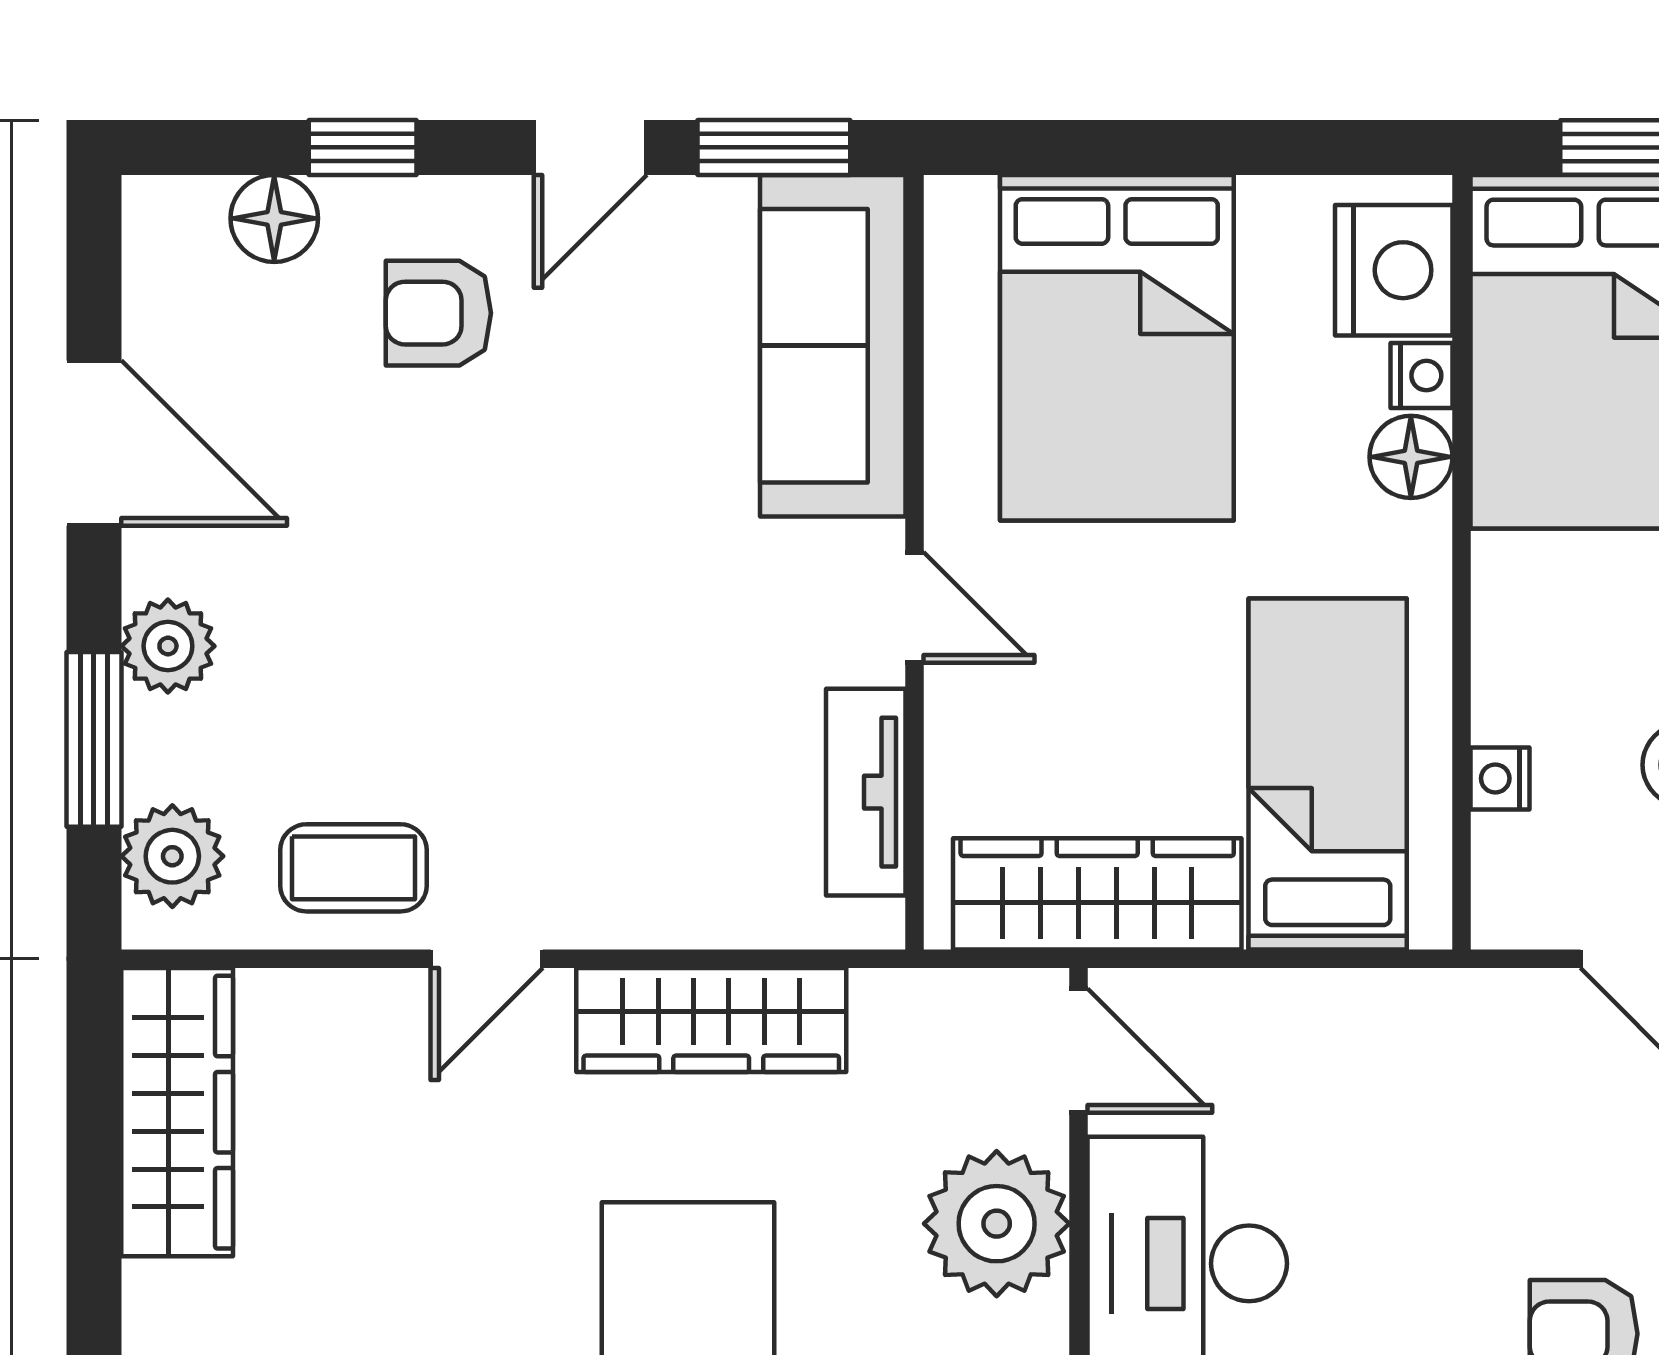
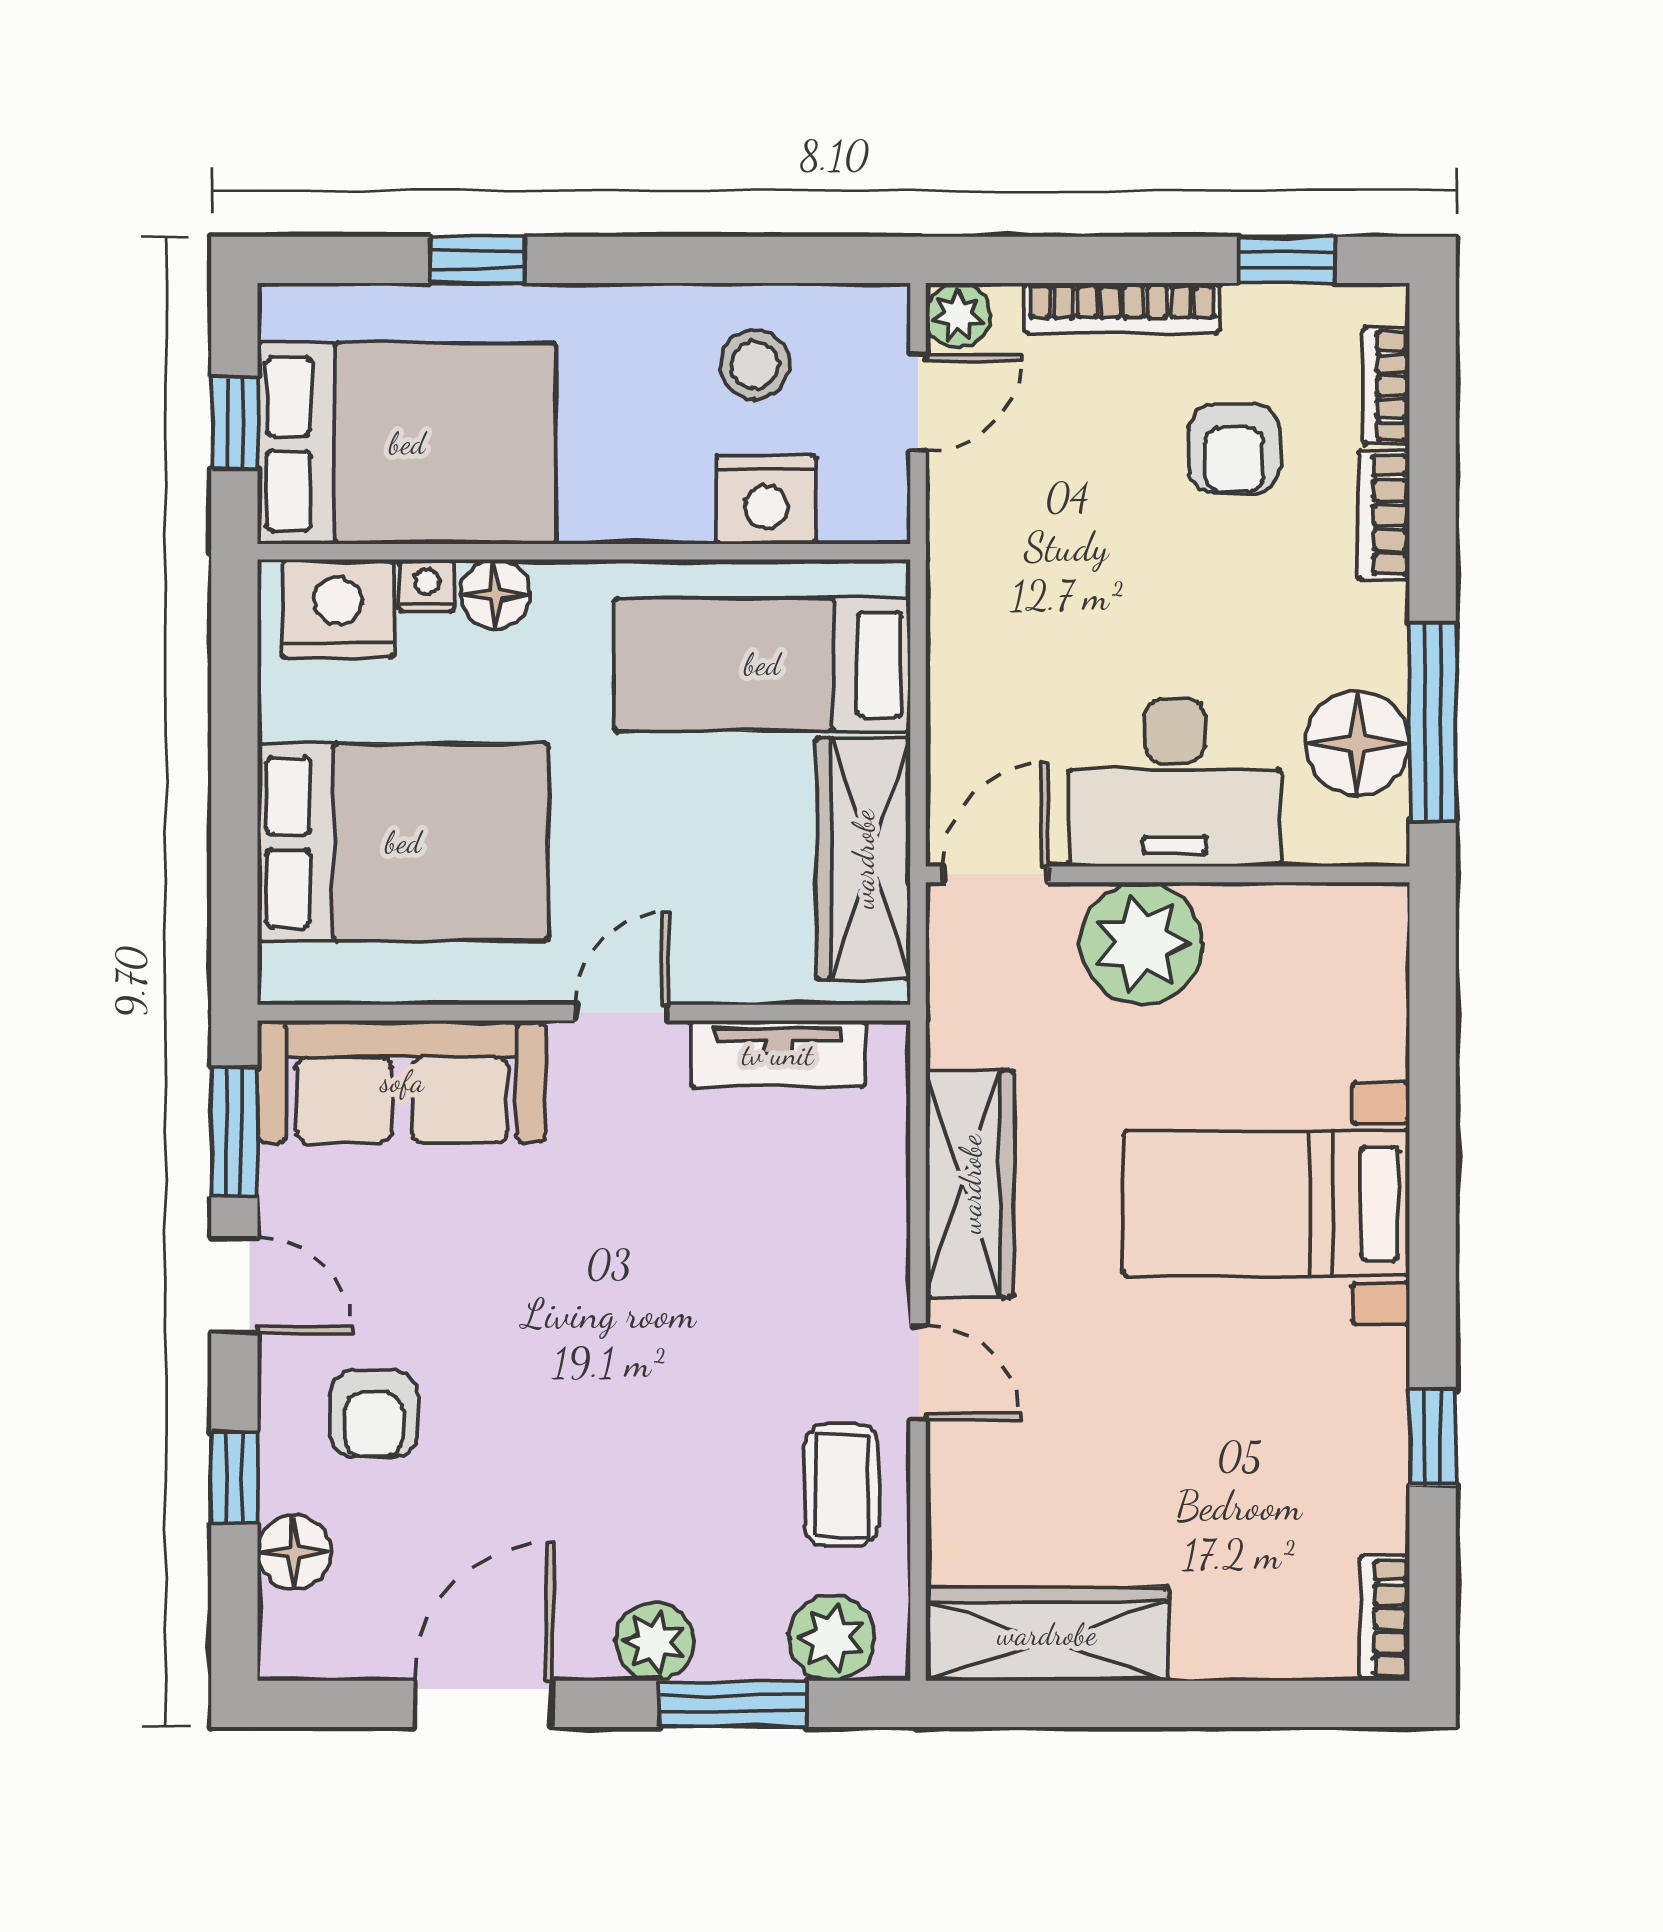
nightstand: (1500, 778) -> (766, 500), width x1.89, depth x1.79

